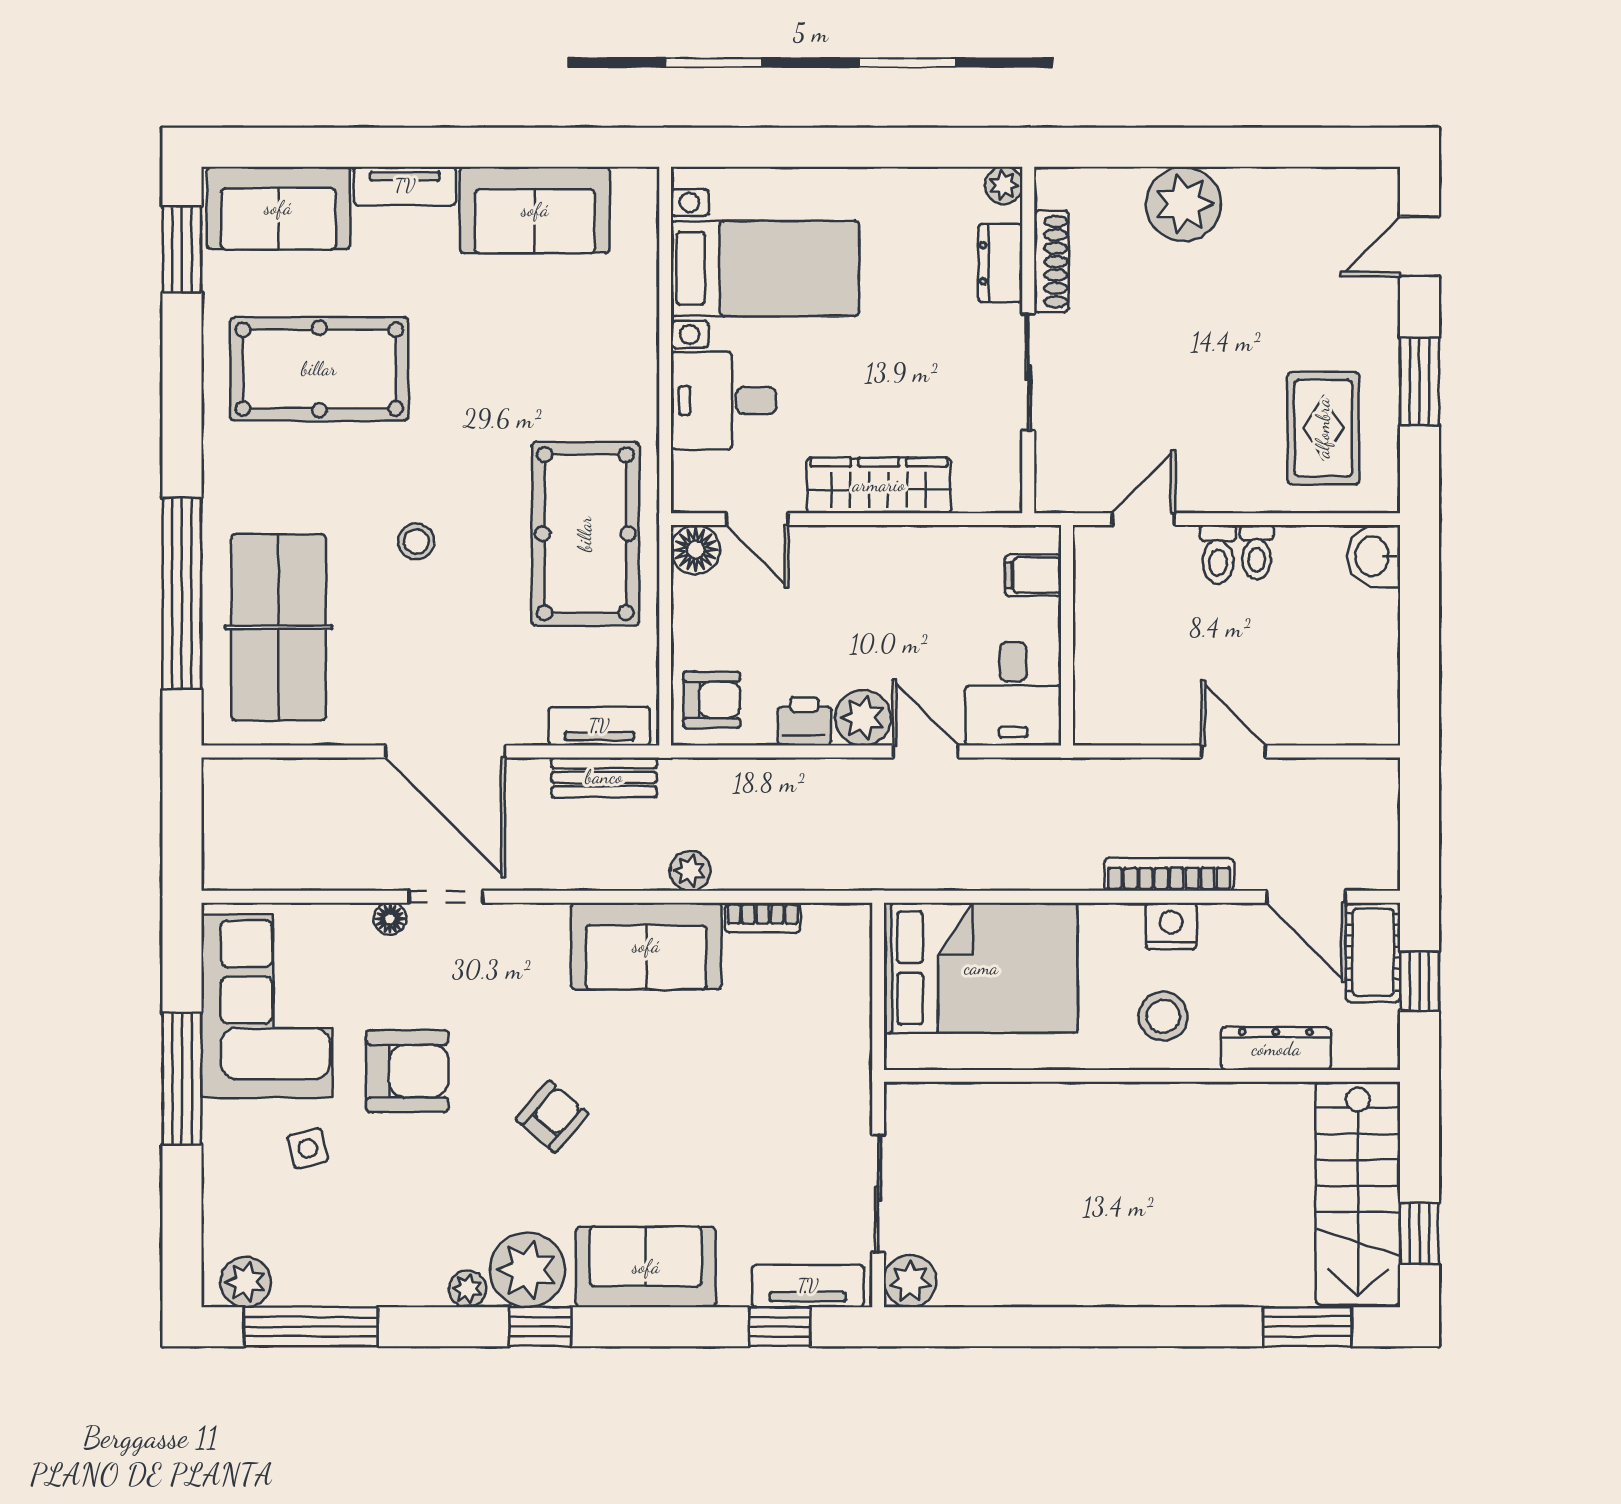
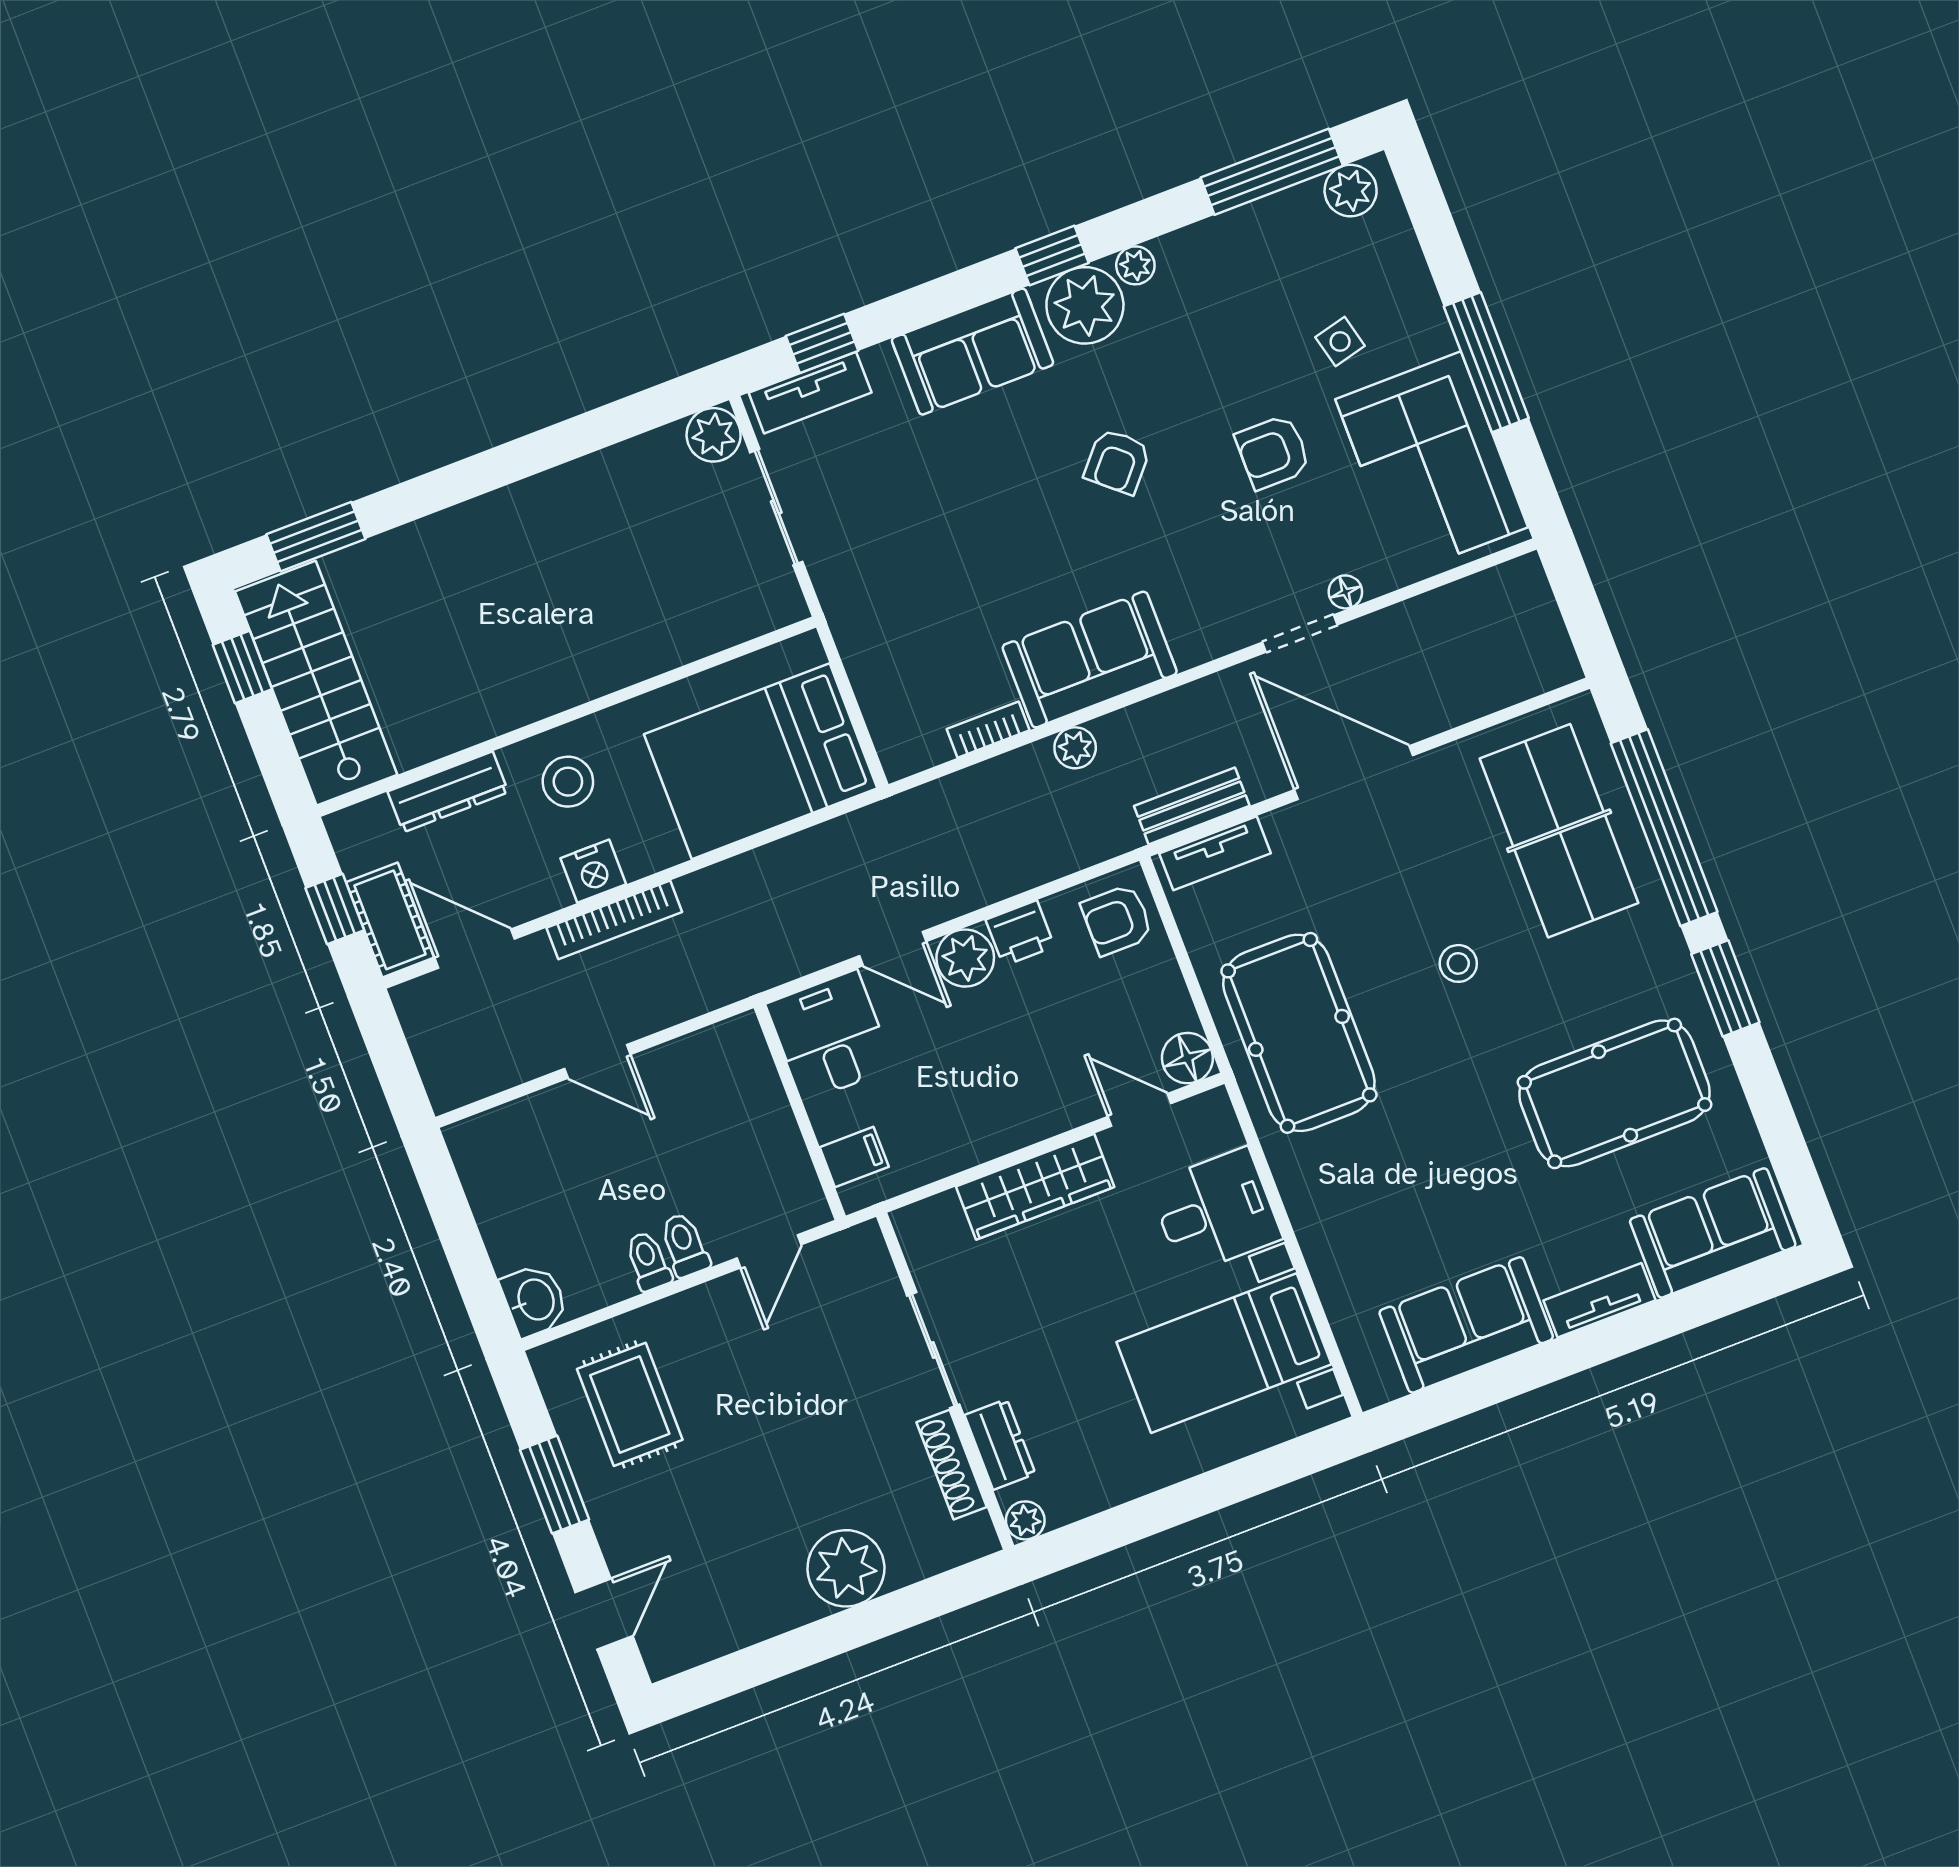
window: (182, 249) -> (1725, 988), moved
armchair: (407, 1071) -> (1273, 452), width x0.72, depth x0.72

